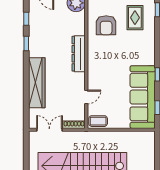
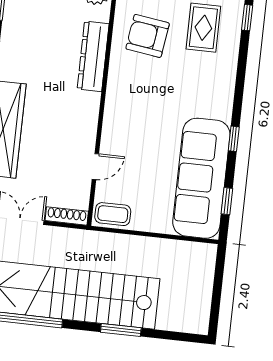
armchair: (106, 25) -> (148, 36), turned 98
dresser: (79, 54) -> (93, 56), moved

